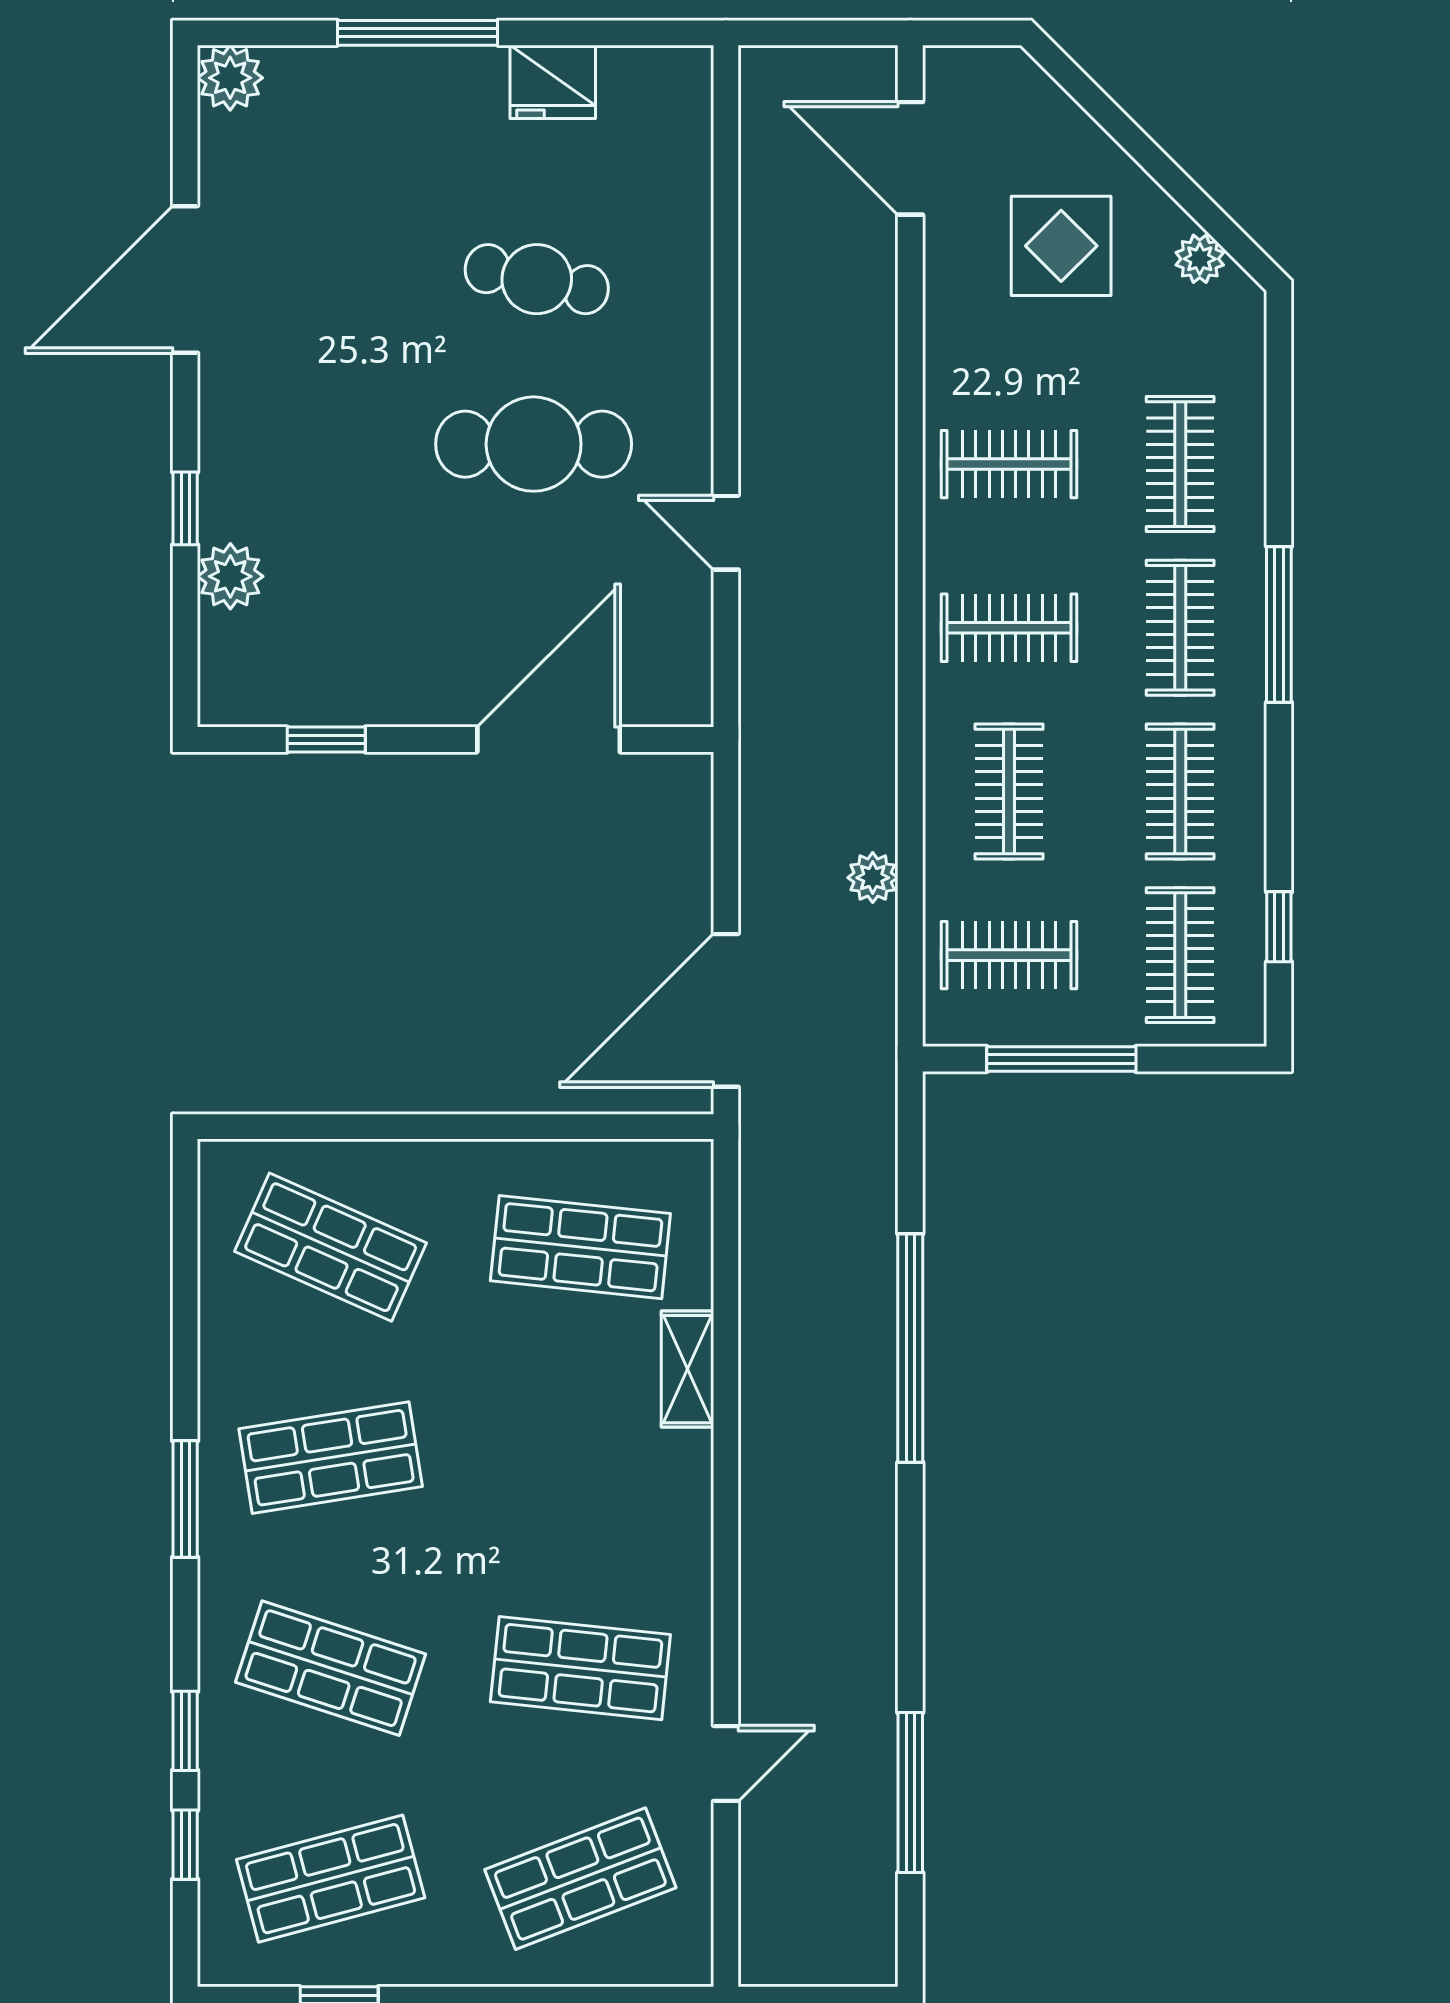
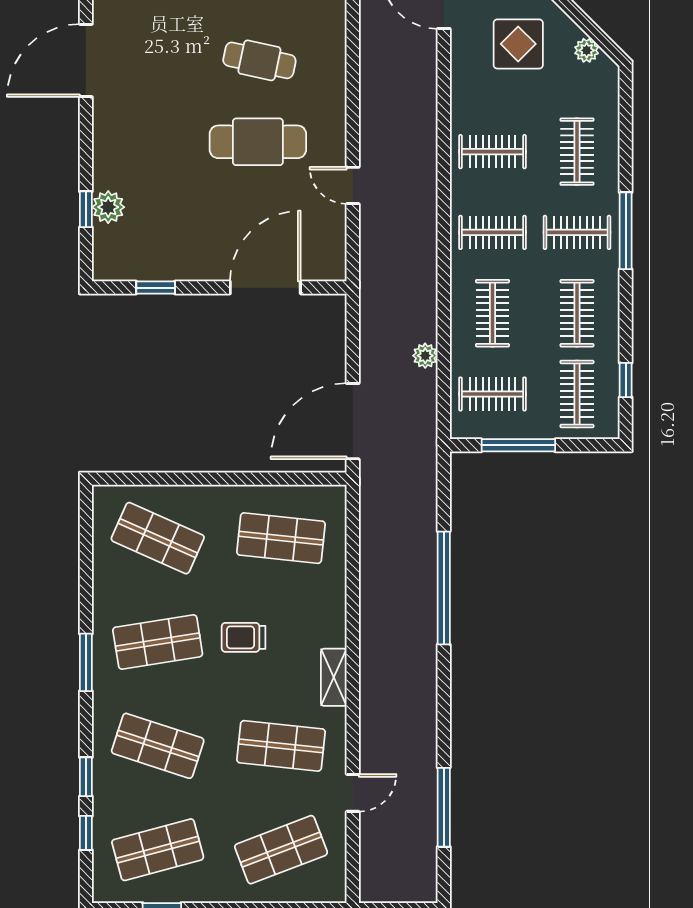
window: (185, 508) -> (86, 209), moved
clothes rail: (1180, 628) -> (577, 232), turned 90
shelving: (687, 1369) -> (334, 677), moved
trolley: (505, 1448) -> (244, 637), added

